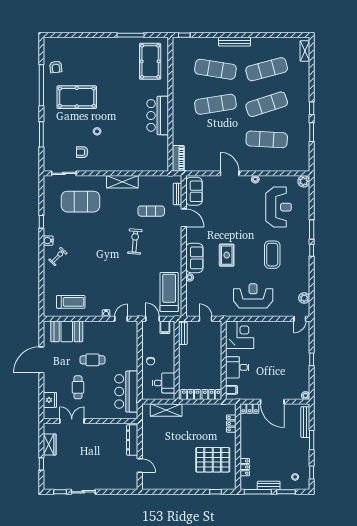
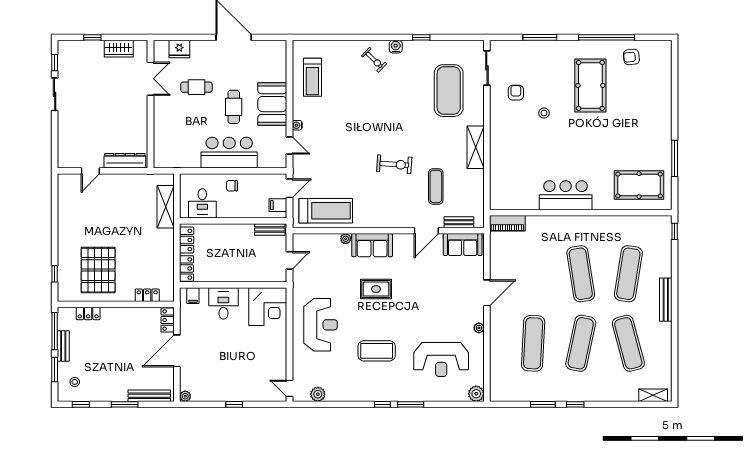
exercise mat: (267, 104) -> (581, 343), turned 30
booth: (67, 331) -> (272, 104), moved
bar counter: (126, 391) -> (229, 153), moved

